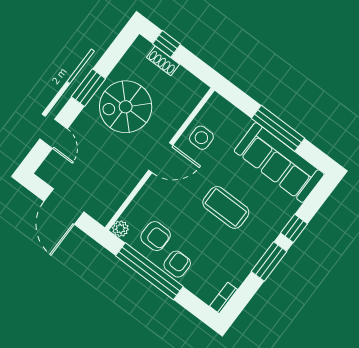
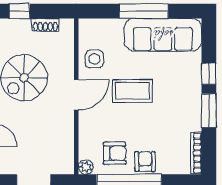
shoe rack: (163, 61) -> (45, 25), moved
coffee table: (226, 207) -> (132, 91), moved
bookcase: (224, 298) -> (196, 153), width x1.56

